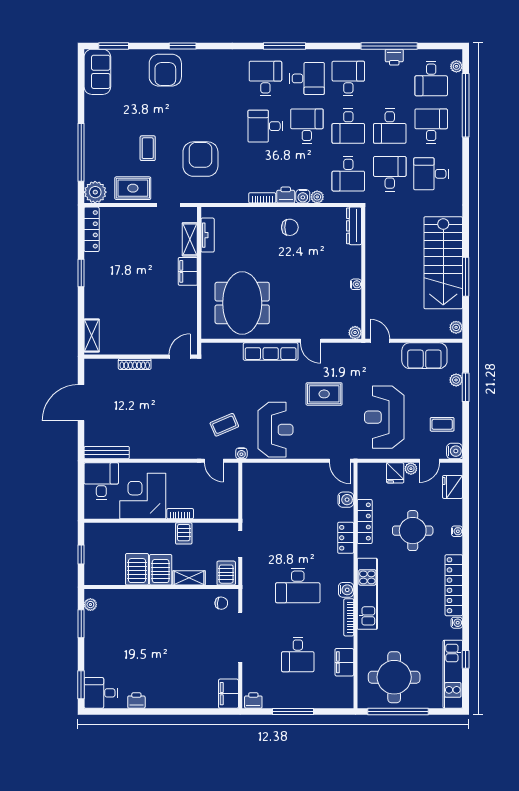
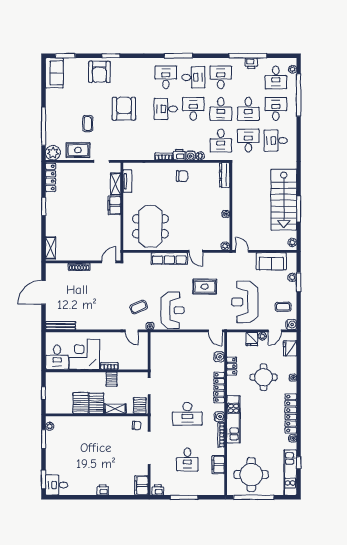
armchair: (200, 159) -> (124, 109), moved
desk: (101, 481) -> (57, 357), moved, turned 180
locker: (365, 522) -> (232, 366), width x0.66
locker: (346, 538) -> (219, 387), width x1.53
printer: (136, 701) -> (103, 490), moved

